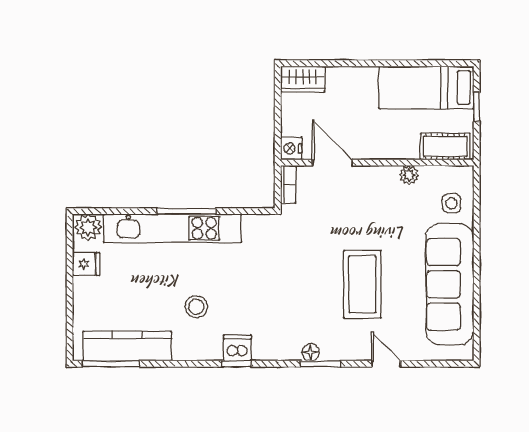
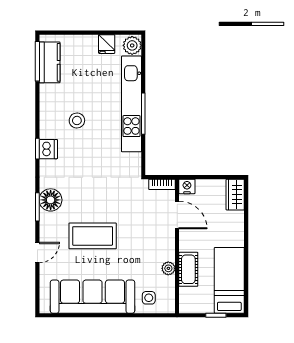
cot: (445, 146) -> (188, 269), moved
door: (332, 163) -> (177, 215), hinge flipped
kitchen counter: (127, 346) -> (50, 62), width x0.67
floor lamp: (311, 352) -> (51, 200), width x1.89, depth x1.89

